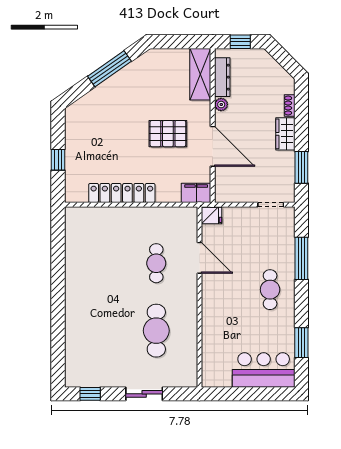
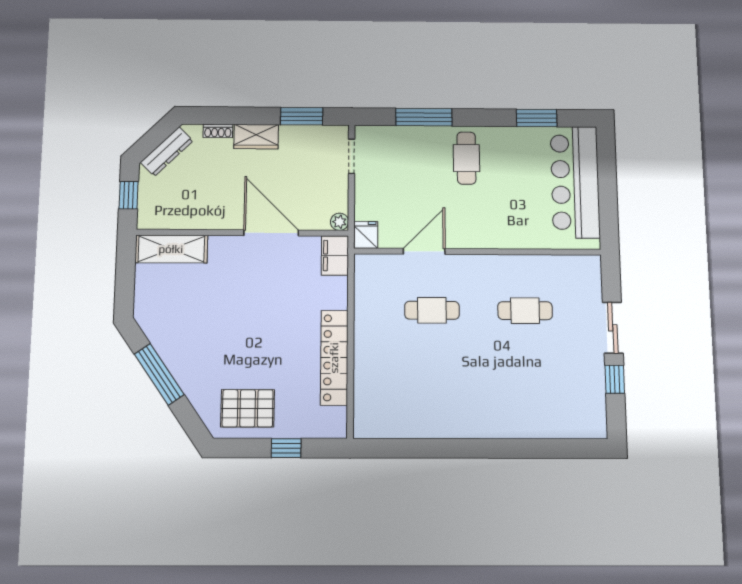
dresser: (222, 77) -> (167, 151), moved, turned 135
plant: (221, 105) -> (340, 222), moved
pallet: (168, 134) -> (248, 408), moved, turned 90
door: (213, 146) -> (271, 233), hinge flipped
cafe table: (270, 290) -> (466, 158), turned 90
cafe table: (156, 331) -> (525, 311), width x0.73, depth x0.74
bar counter: (264, 370) -> (575, 182), width x1.36
window: (90, 394) -> (615, 379), moved

